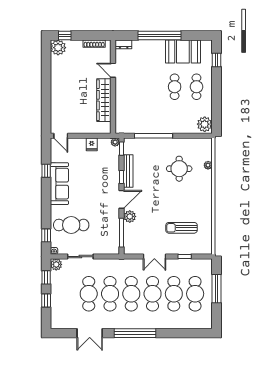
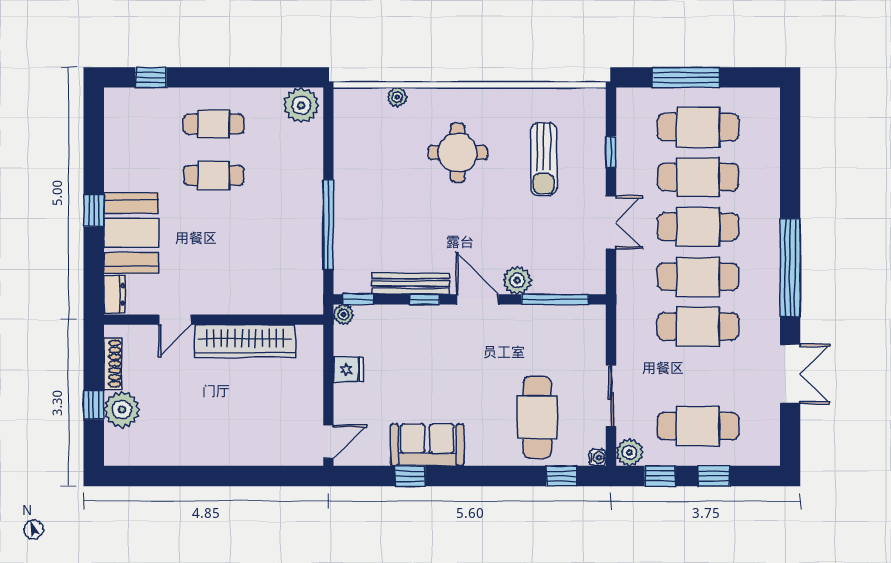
window: (65, 36) -> (94, 405), moved
window: (160, 36) -> (94, 211), width x0.32
plant: (58, 48) -> (122, 410), moved
booth: (183, 52) -> (131, 233), moved
round table: (179, 169) -> (458, 153), moved
sofa: (59, 184) -> (427, 445), width x0.73
cafe table: (89, 294) -> (698, 426), moved

